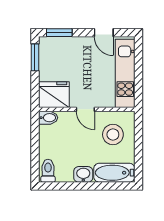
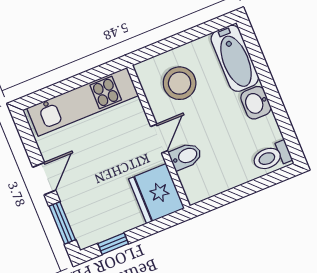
door: (104, 33) -> (44, 179), moved
window: (35, 57) -> (113, 244), width x0.67
bidet: (48, 118) -> (186, 156), moved, turned 90

